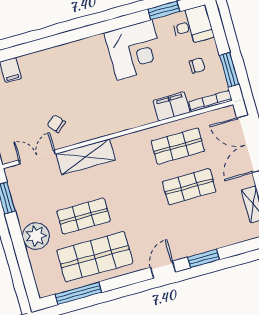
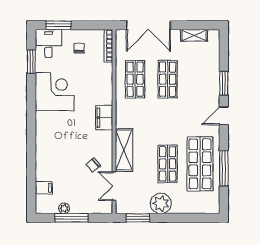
window: (229, 70) -> (59, 25), moved
filing cabinet: (171, 106) -> (104, 118), moved
plant: (36, 236) -> (161, 203), moved
door: (163, 270) -> (224, 116), hinge flipped
window: (78, 293) -> (224, 168), moved

